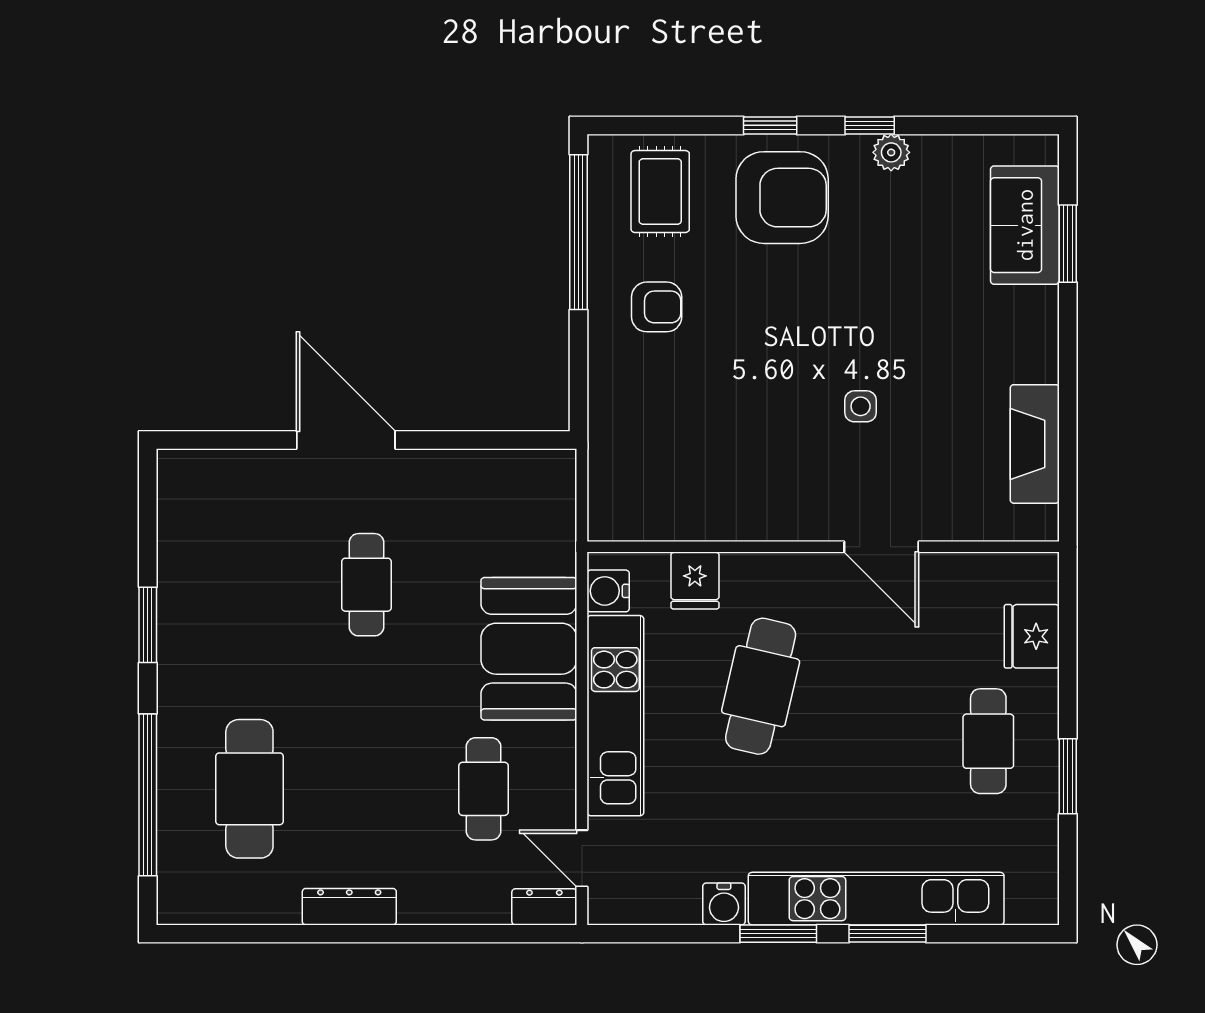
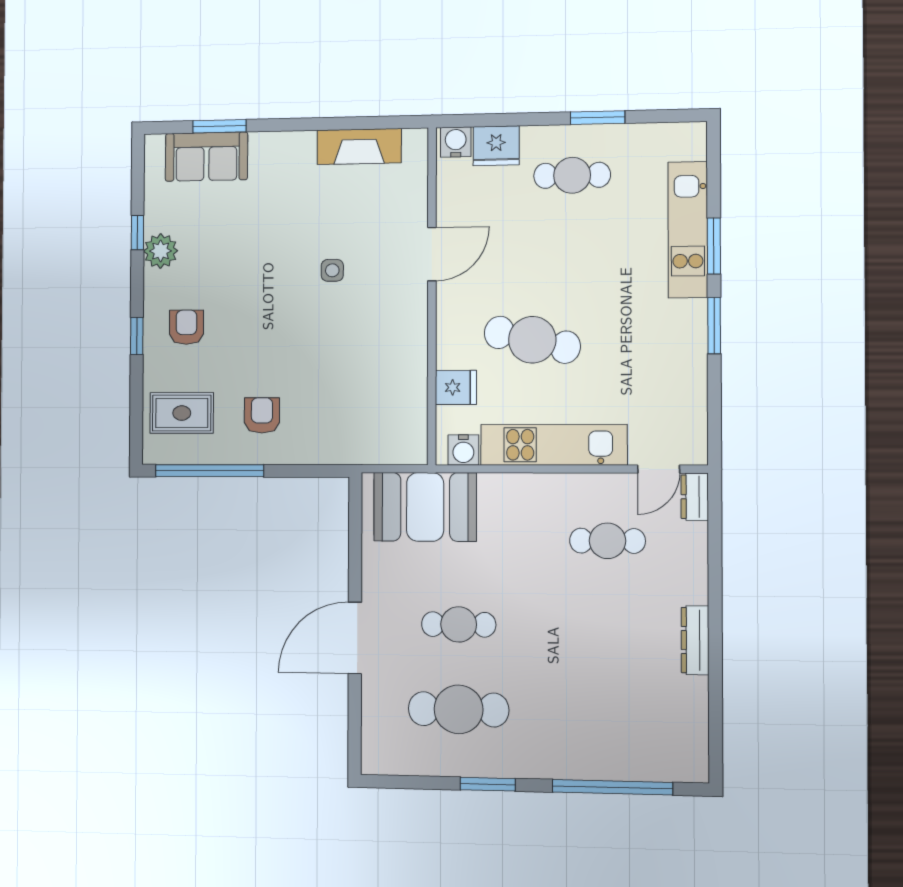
window: (870, 125) -> (137, 233), moved
plant: (891, 152) -> (161, 251), width x1.38, depth x1.38
armchair: (782, 198) -> (186, 327), width x0.53, depth x0.53
booth: (529, 649) -> (425, 507), moved
cafe table: (249, 789) -> (459, 709), moved
kitchen unit: (876, 899) -> (688, 230), width x0.73
water cooler: (724, 904) -> (456, 142), moved, turned -90

